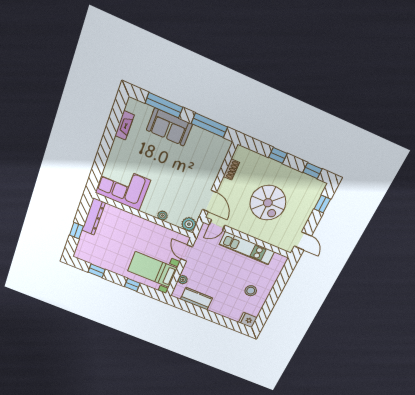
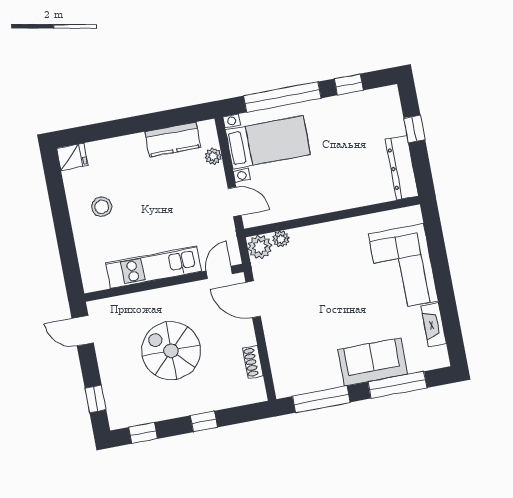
corner sofa: (123, 187) -> (403, 267), moved, turned 90
plant: (162, 216) -> (281, 239), moved
window: (132, 285) -> (282, 97), width x3.17

